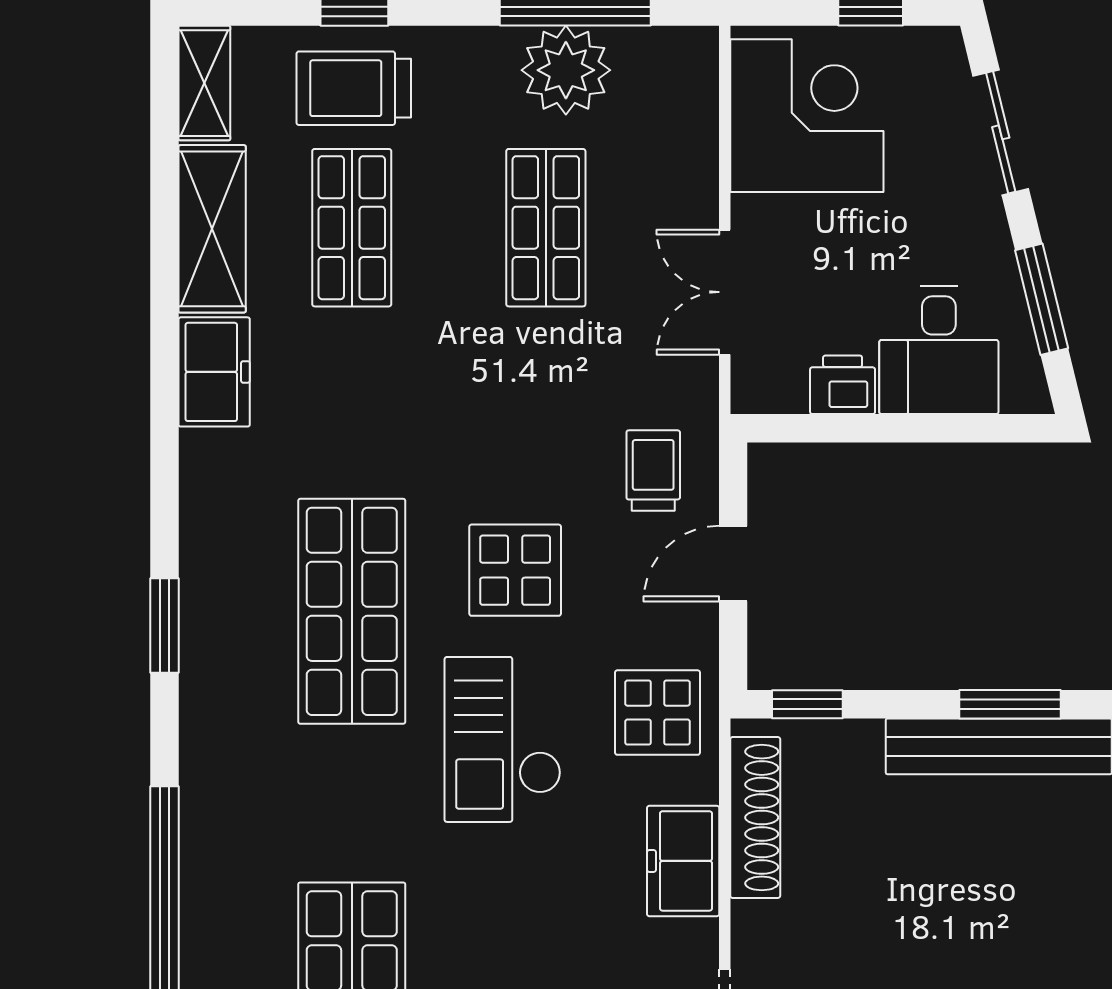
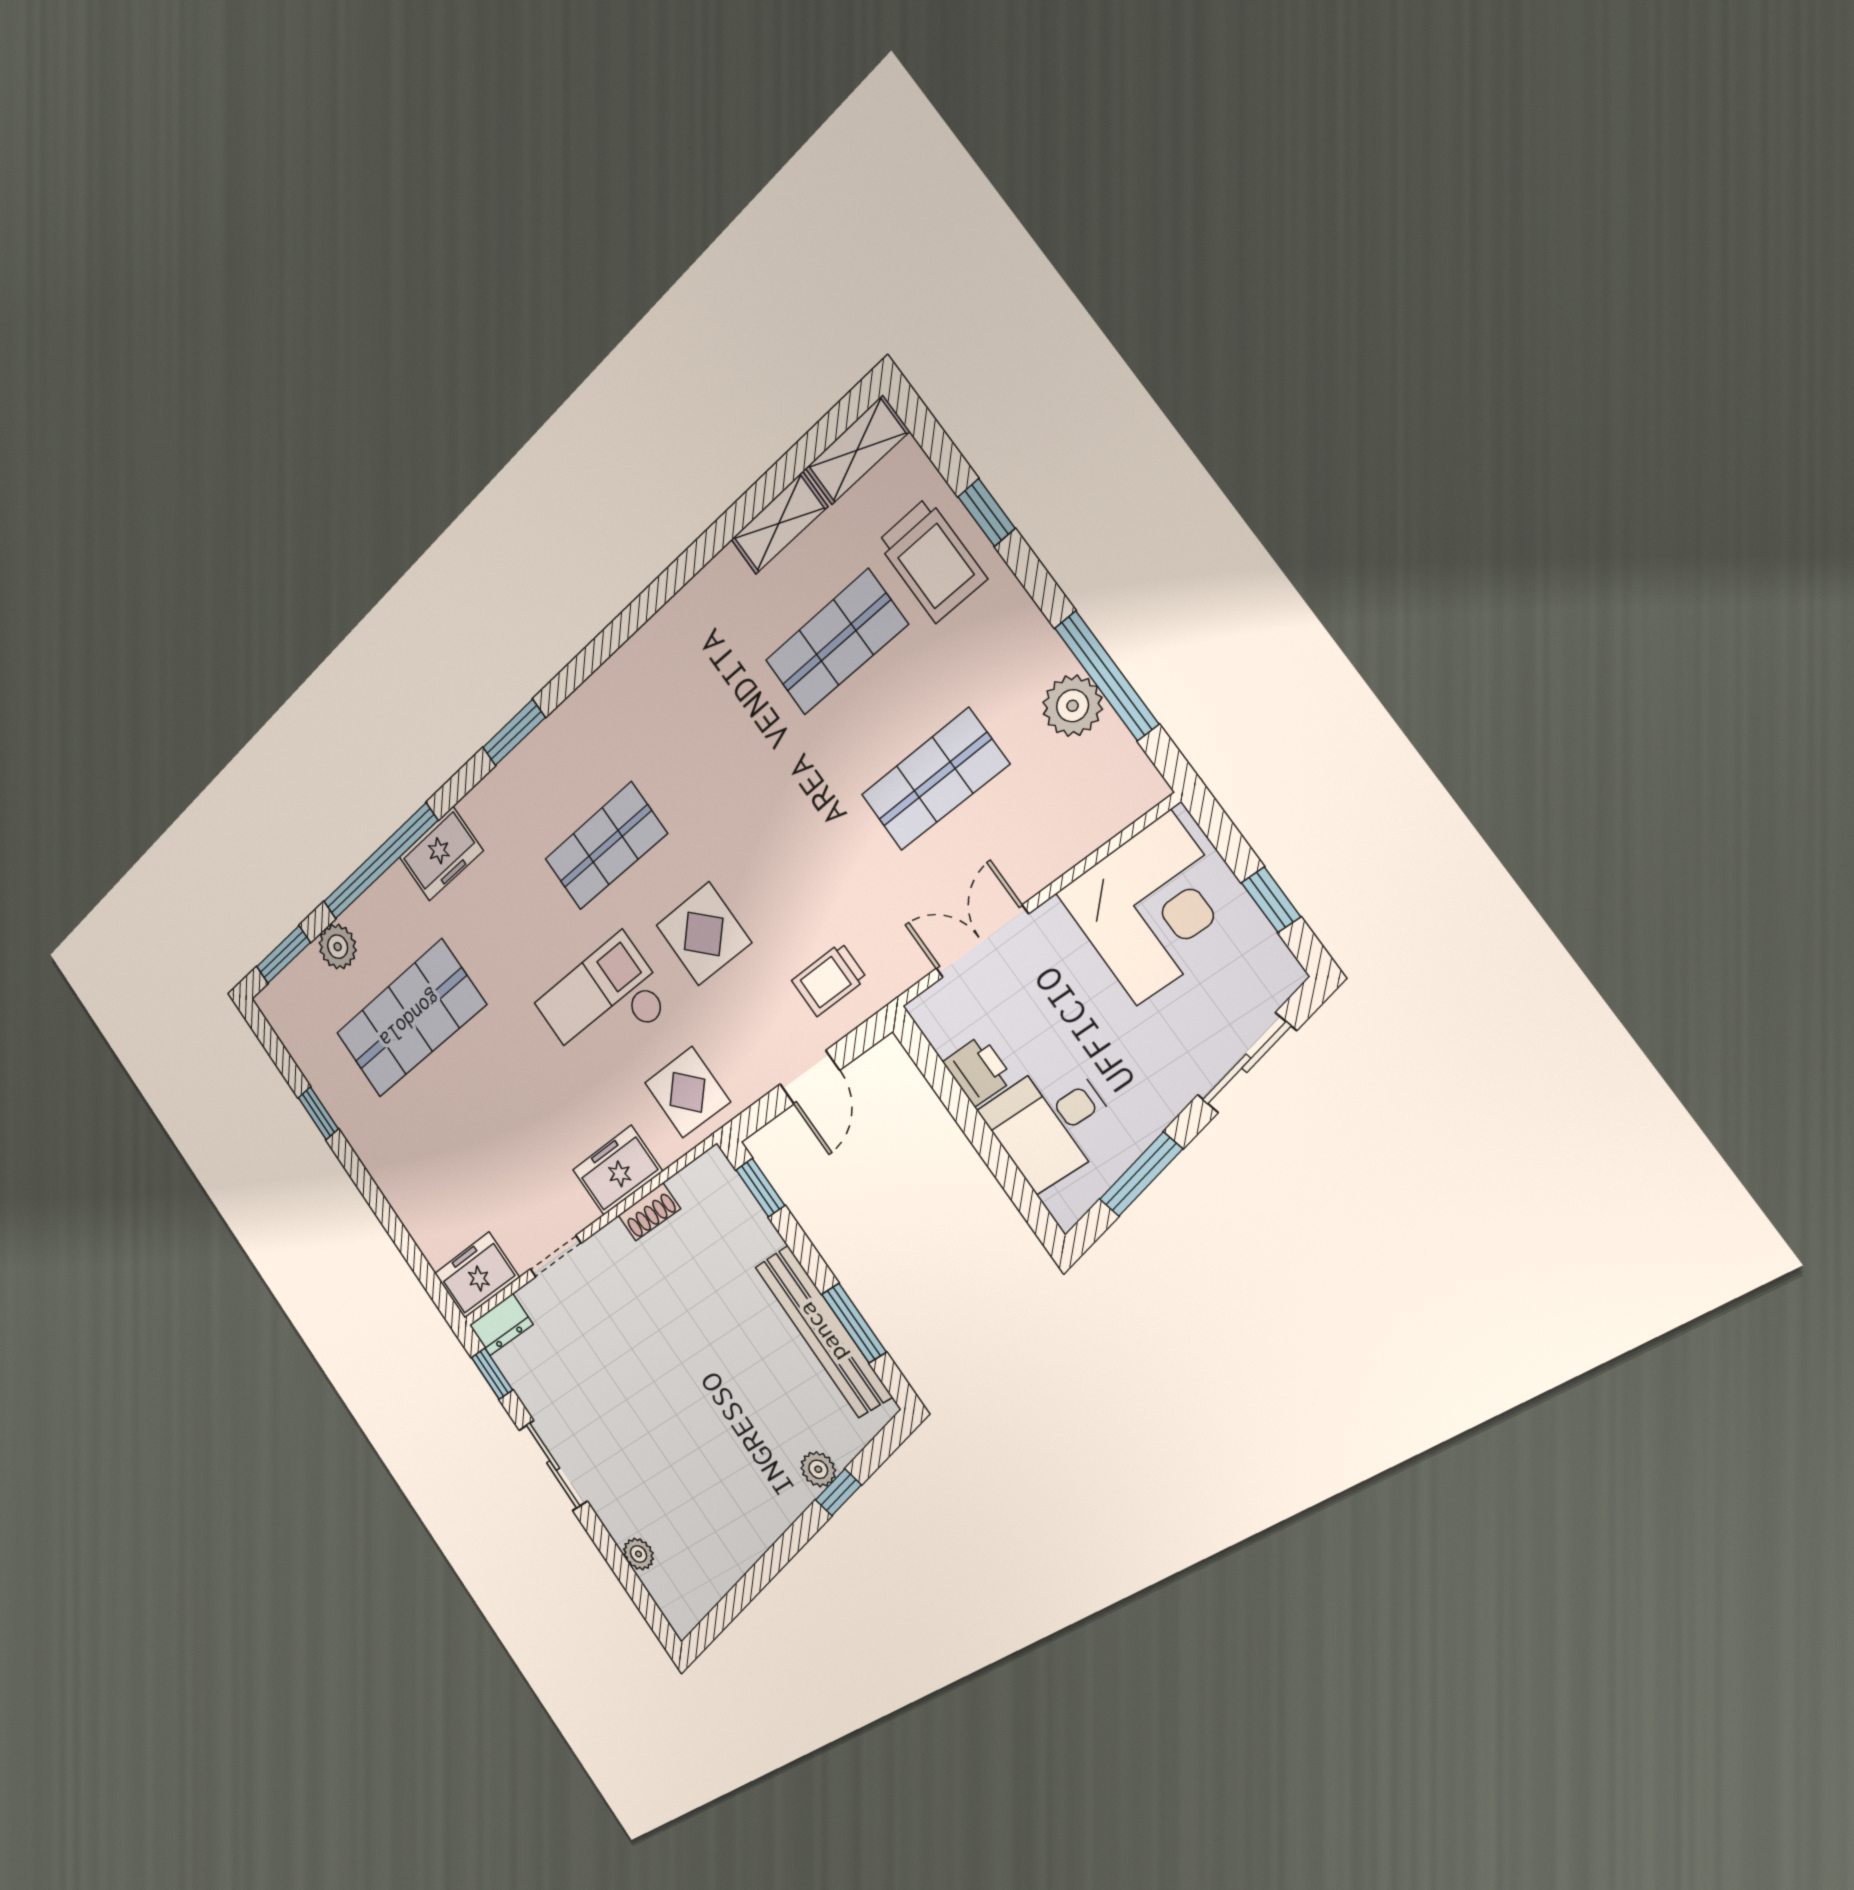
plant: (566, 70) -> (1073, 706), width x0.73, depth x0.73
trolley: (354, 88) -> (932, 560), turned 180
shelving: (212, 229) -> (779, 523), width x0.67, depth x0.75
freezer: (214, 372) -> (441, 854), moved
trolley: (653, 471) -> (829, 980), turned 180
door: (733, 564) -> (810, 1077), swing flipped
shop shelf: (352, 611) -> (605, 846), width x0.70, depth x0.74
shoe rack: (755, 818) -> (649, 1212), width x0.51, depth x0.81

